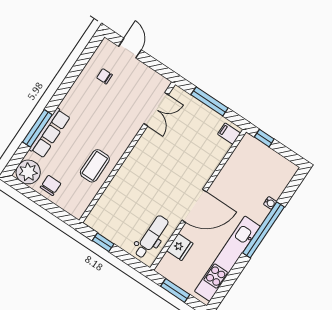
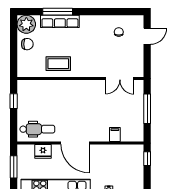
filing cabinet: (229, 134) -> (115, 135), moved

